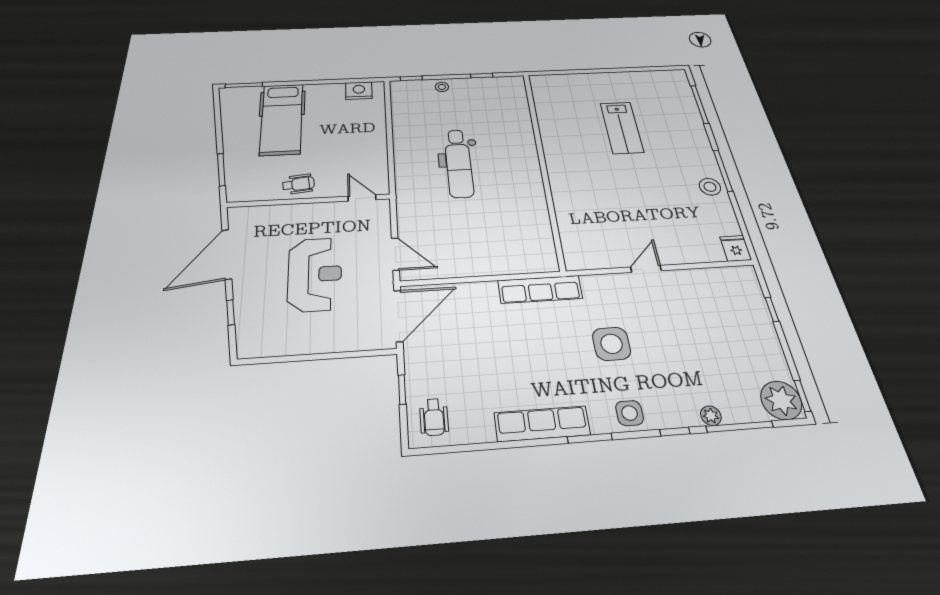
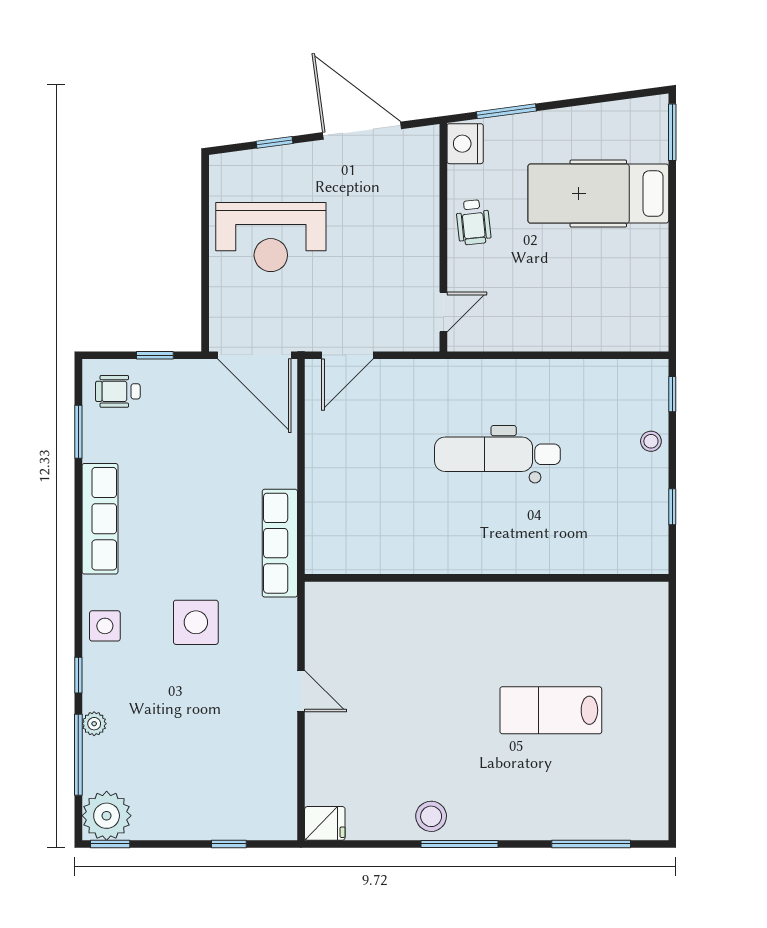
nightstand: (359, 91) -> (465, 144), moved, turned 180
reception desk: (315, 274) -> (271, 237), moved
window: (590, 438) -> (78, 432), moved

